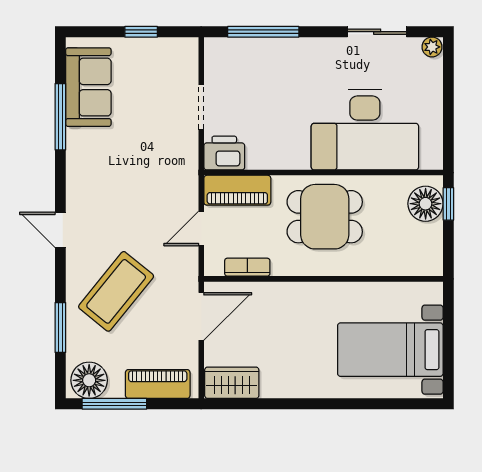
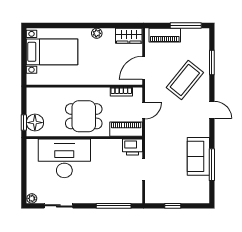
sofa: (88, 87) -> (198, 156), moved
floor lamp: (89, 380) -> (198, 37), removed
plant: (298, 388) -> (97, 33), added

